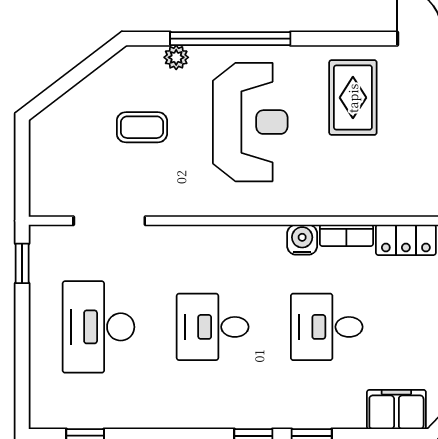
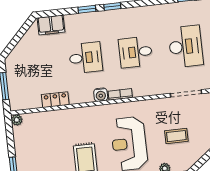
bookcase: (346, 235) -> (120, 94), moved
desk: (213, 327) -> (136, 52), turned 180

